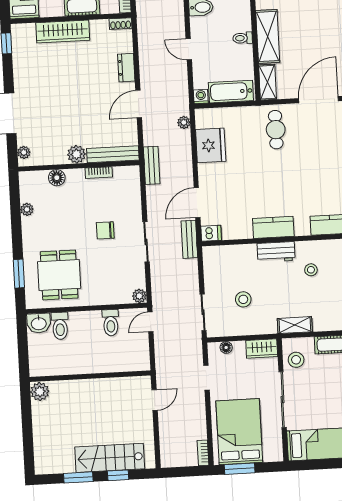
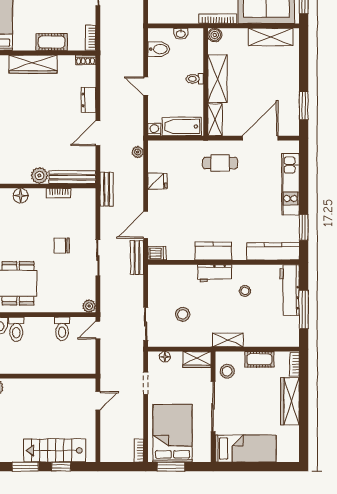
cafe table: (276, 130) -> (220, 163), turned 90
fridge: (211, 145) -> (158, 181), width x0.53, depth x0.75

